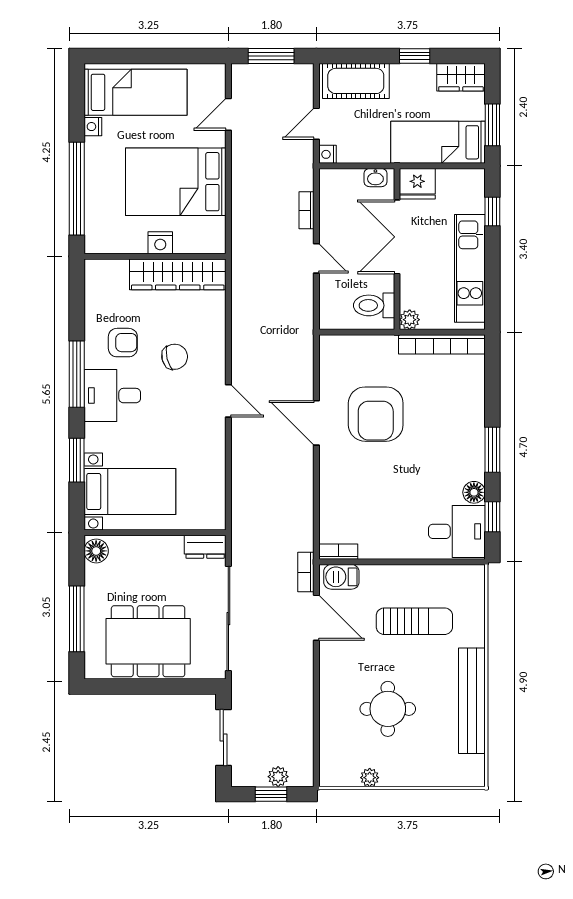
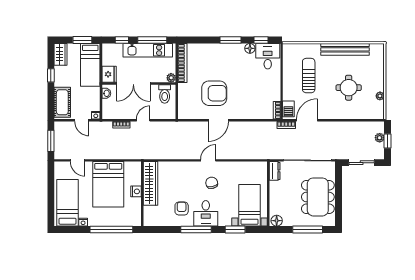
window: (492, 278) -> (152, 40), added
chair: (175, 357) -> (212, 183), moved

